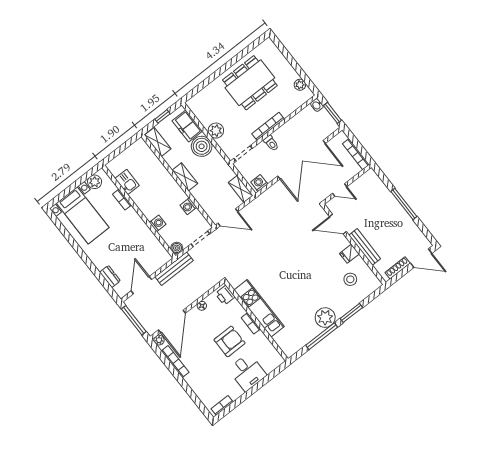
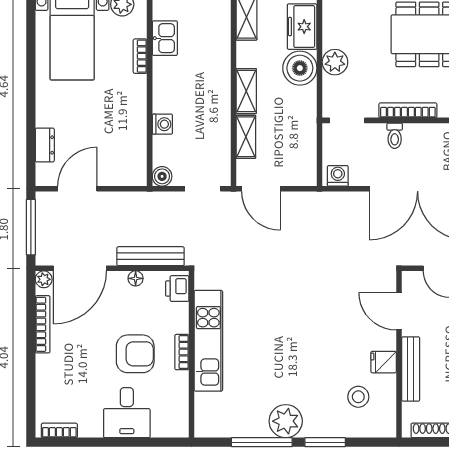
shelving: (241, 189) -> (246, 137), moved
washing machine: (188, 206) -> (221, 133), removed
bench: (174, 269) -> (151, 256), moved

